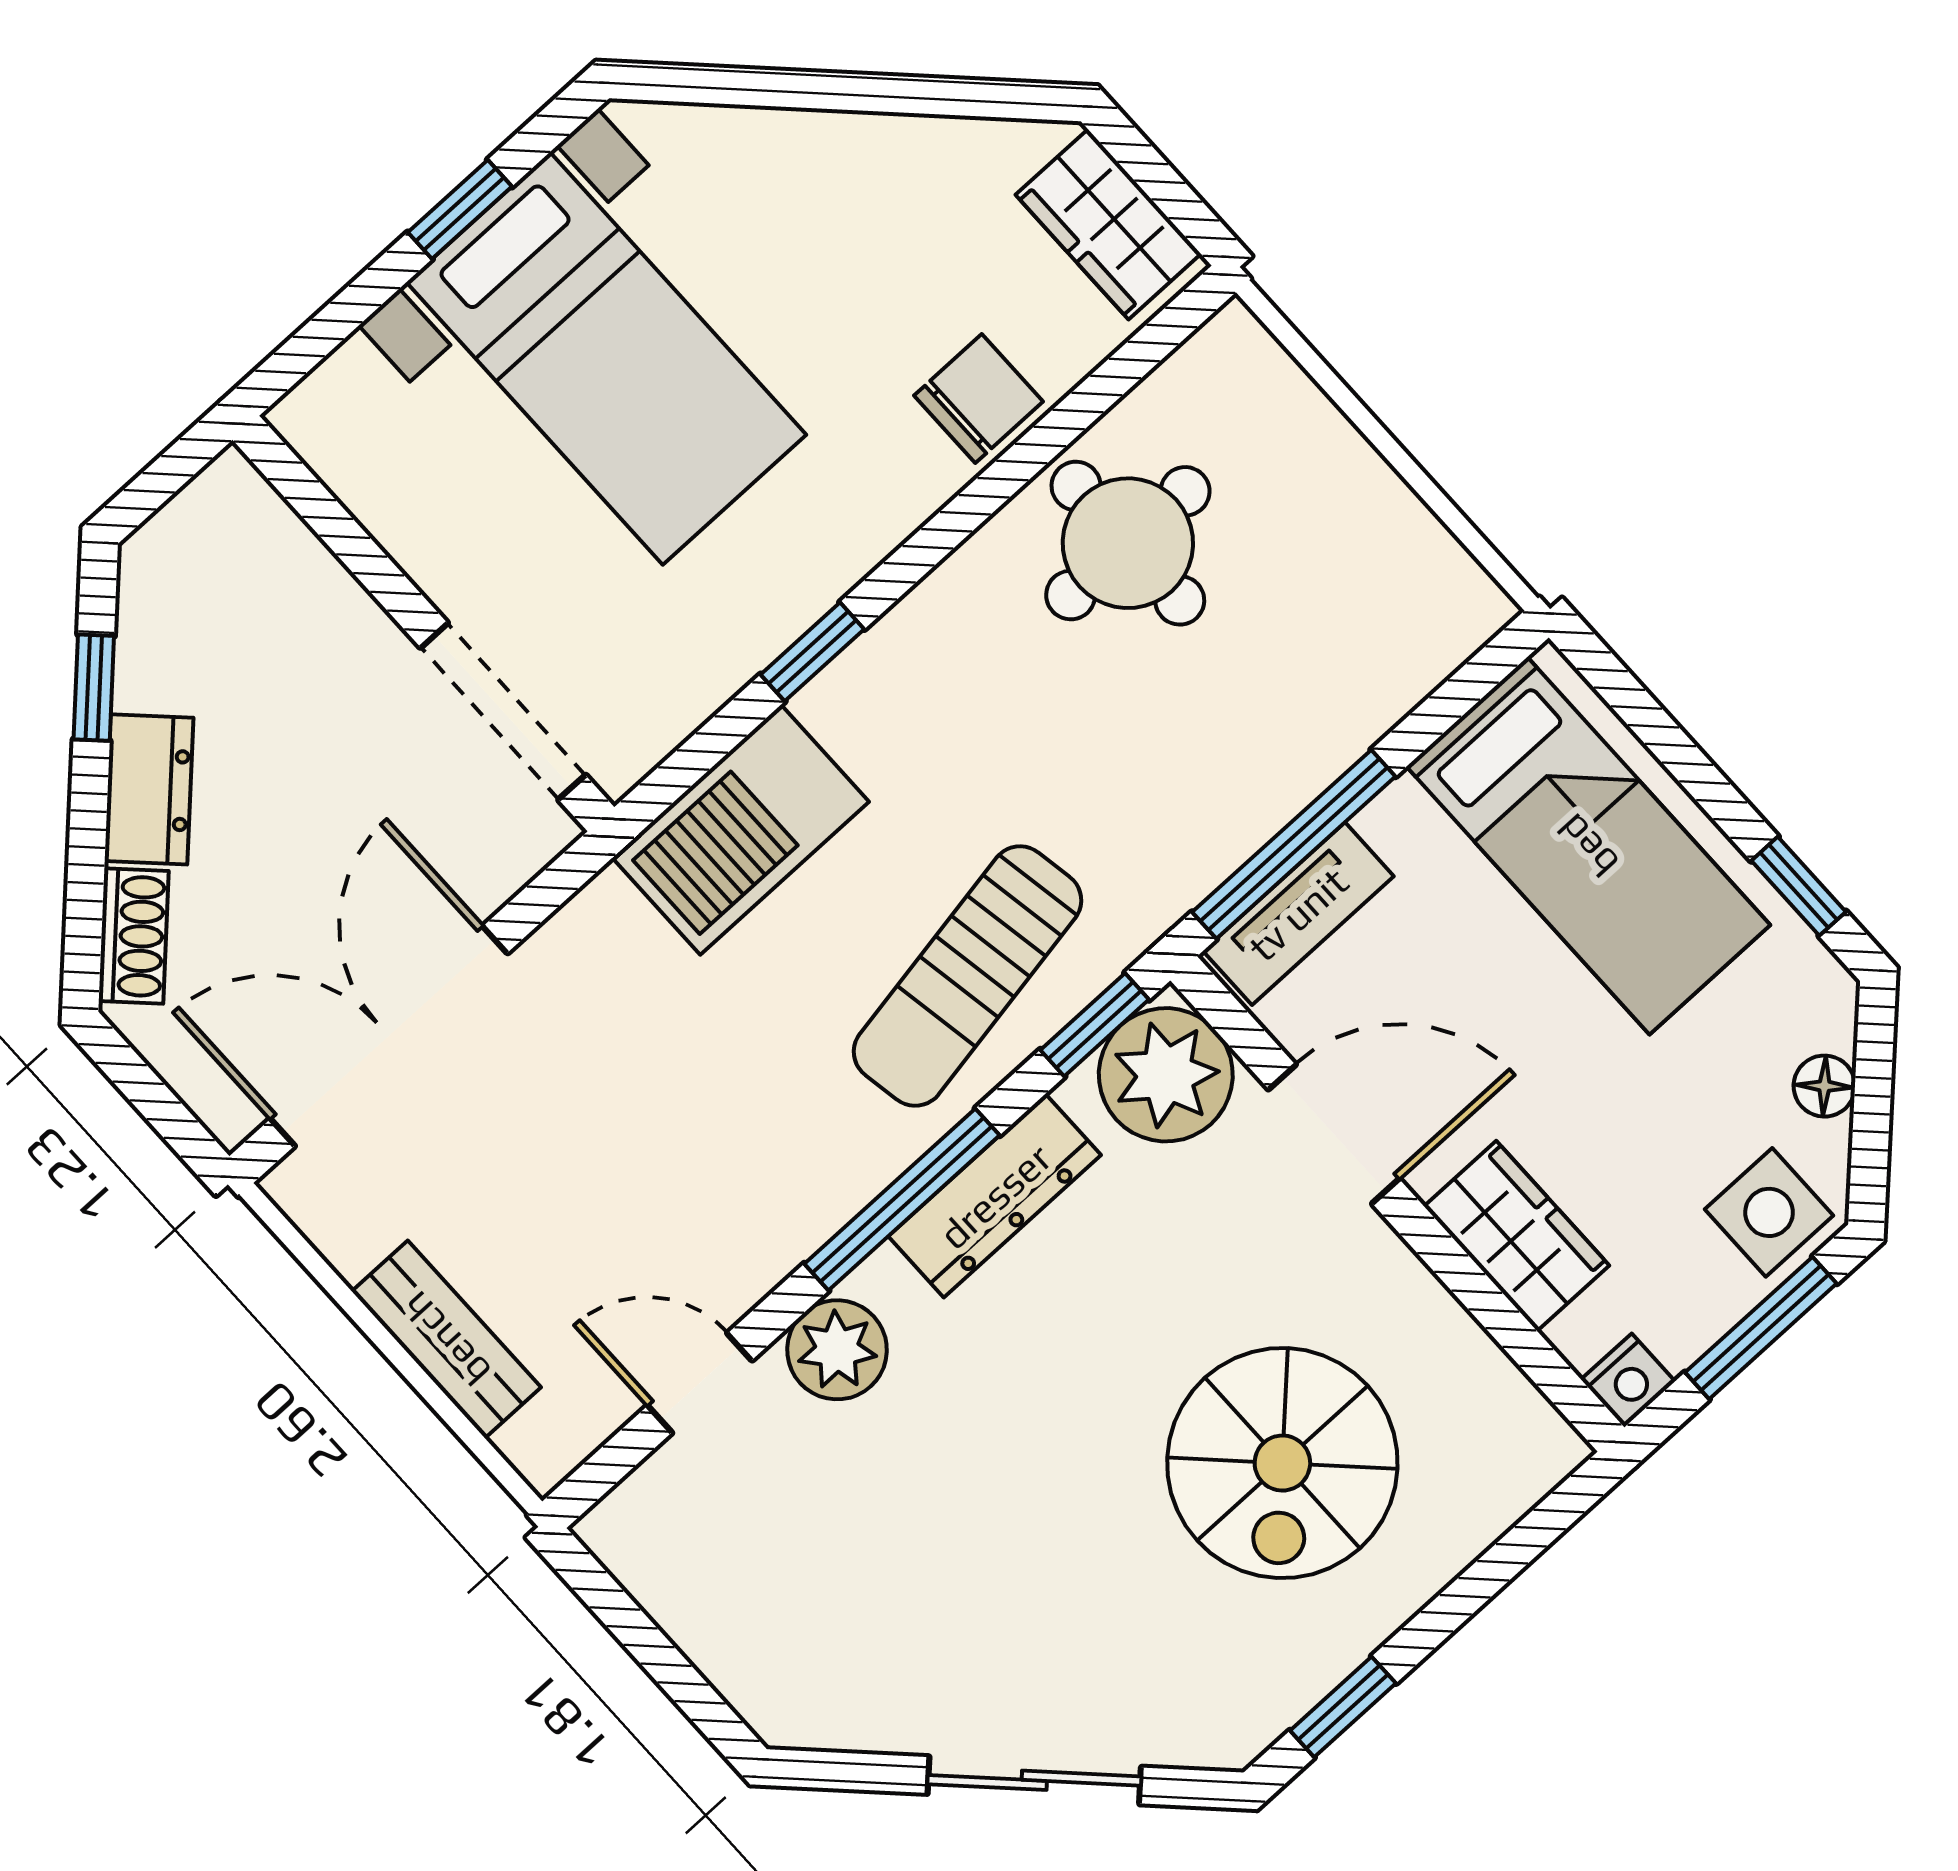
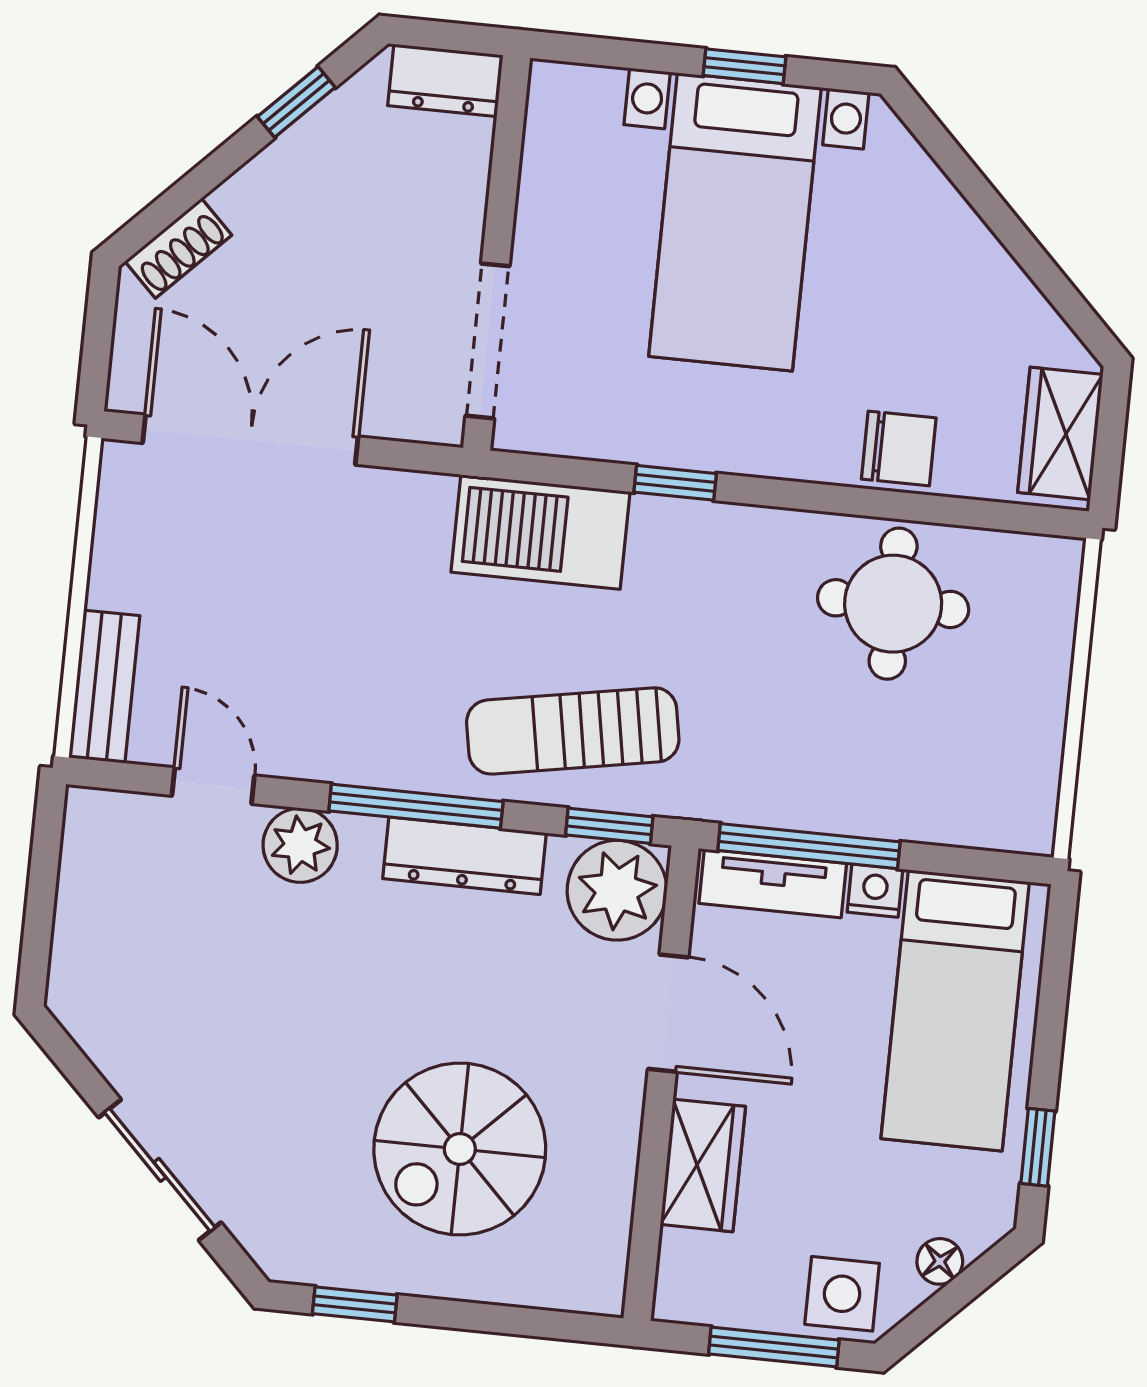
dresser: (149, 789) -> (445, 80), moved, turned 45
bench: (446, 1339) -> (104, 687), moved
nightstand: (1628, 1380) -> (875, 891), moved, turned 180

